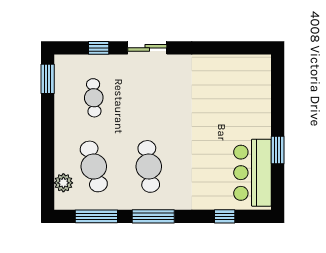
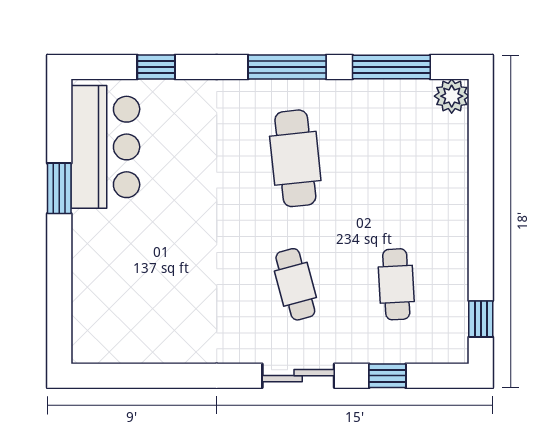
window: (48, 79) -> (481, 319), width x0.67
cafe table: (94, 166) -> (295, 284), moved, width x0.73, depth x0.74
plant: (63, 183) -> (452, 96), moved

